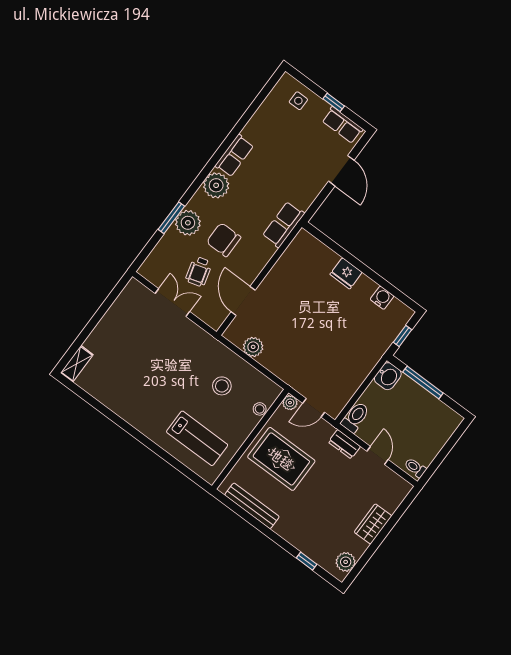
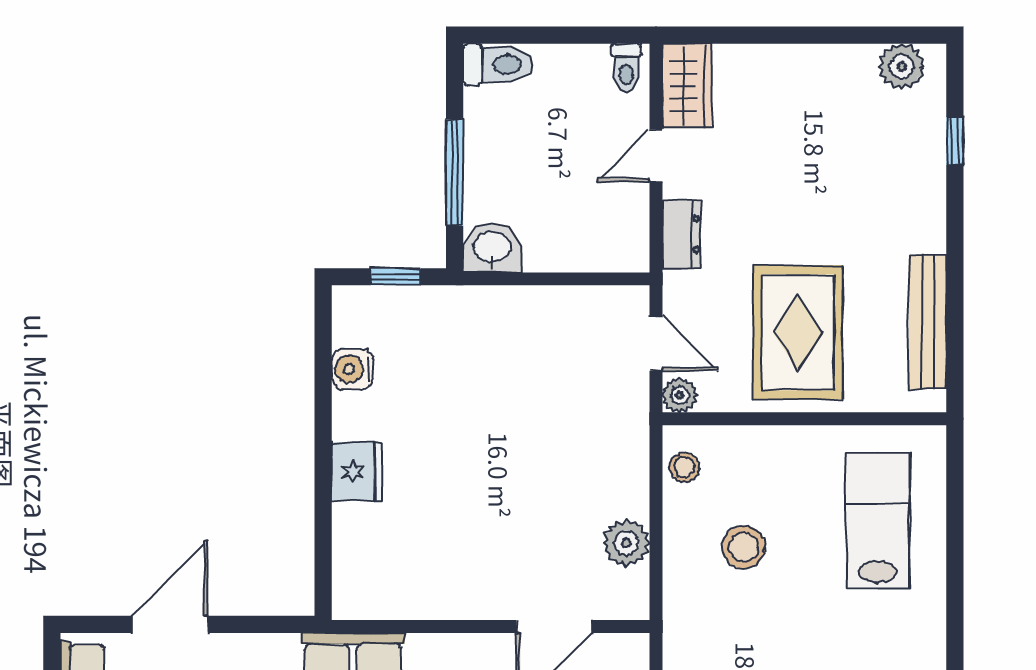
stool: (260, 409) -> (684, 467), moved
toilet: (355, 417) -> (498, 65), moved, turned 180
wardrobe: (373, 524) -> (687, 86), moved, turned -90

